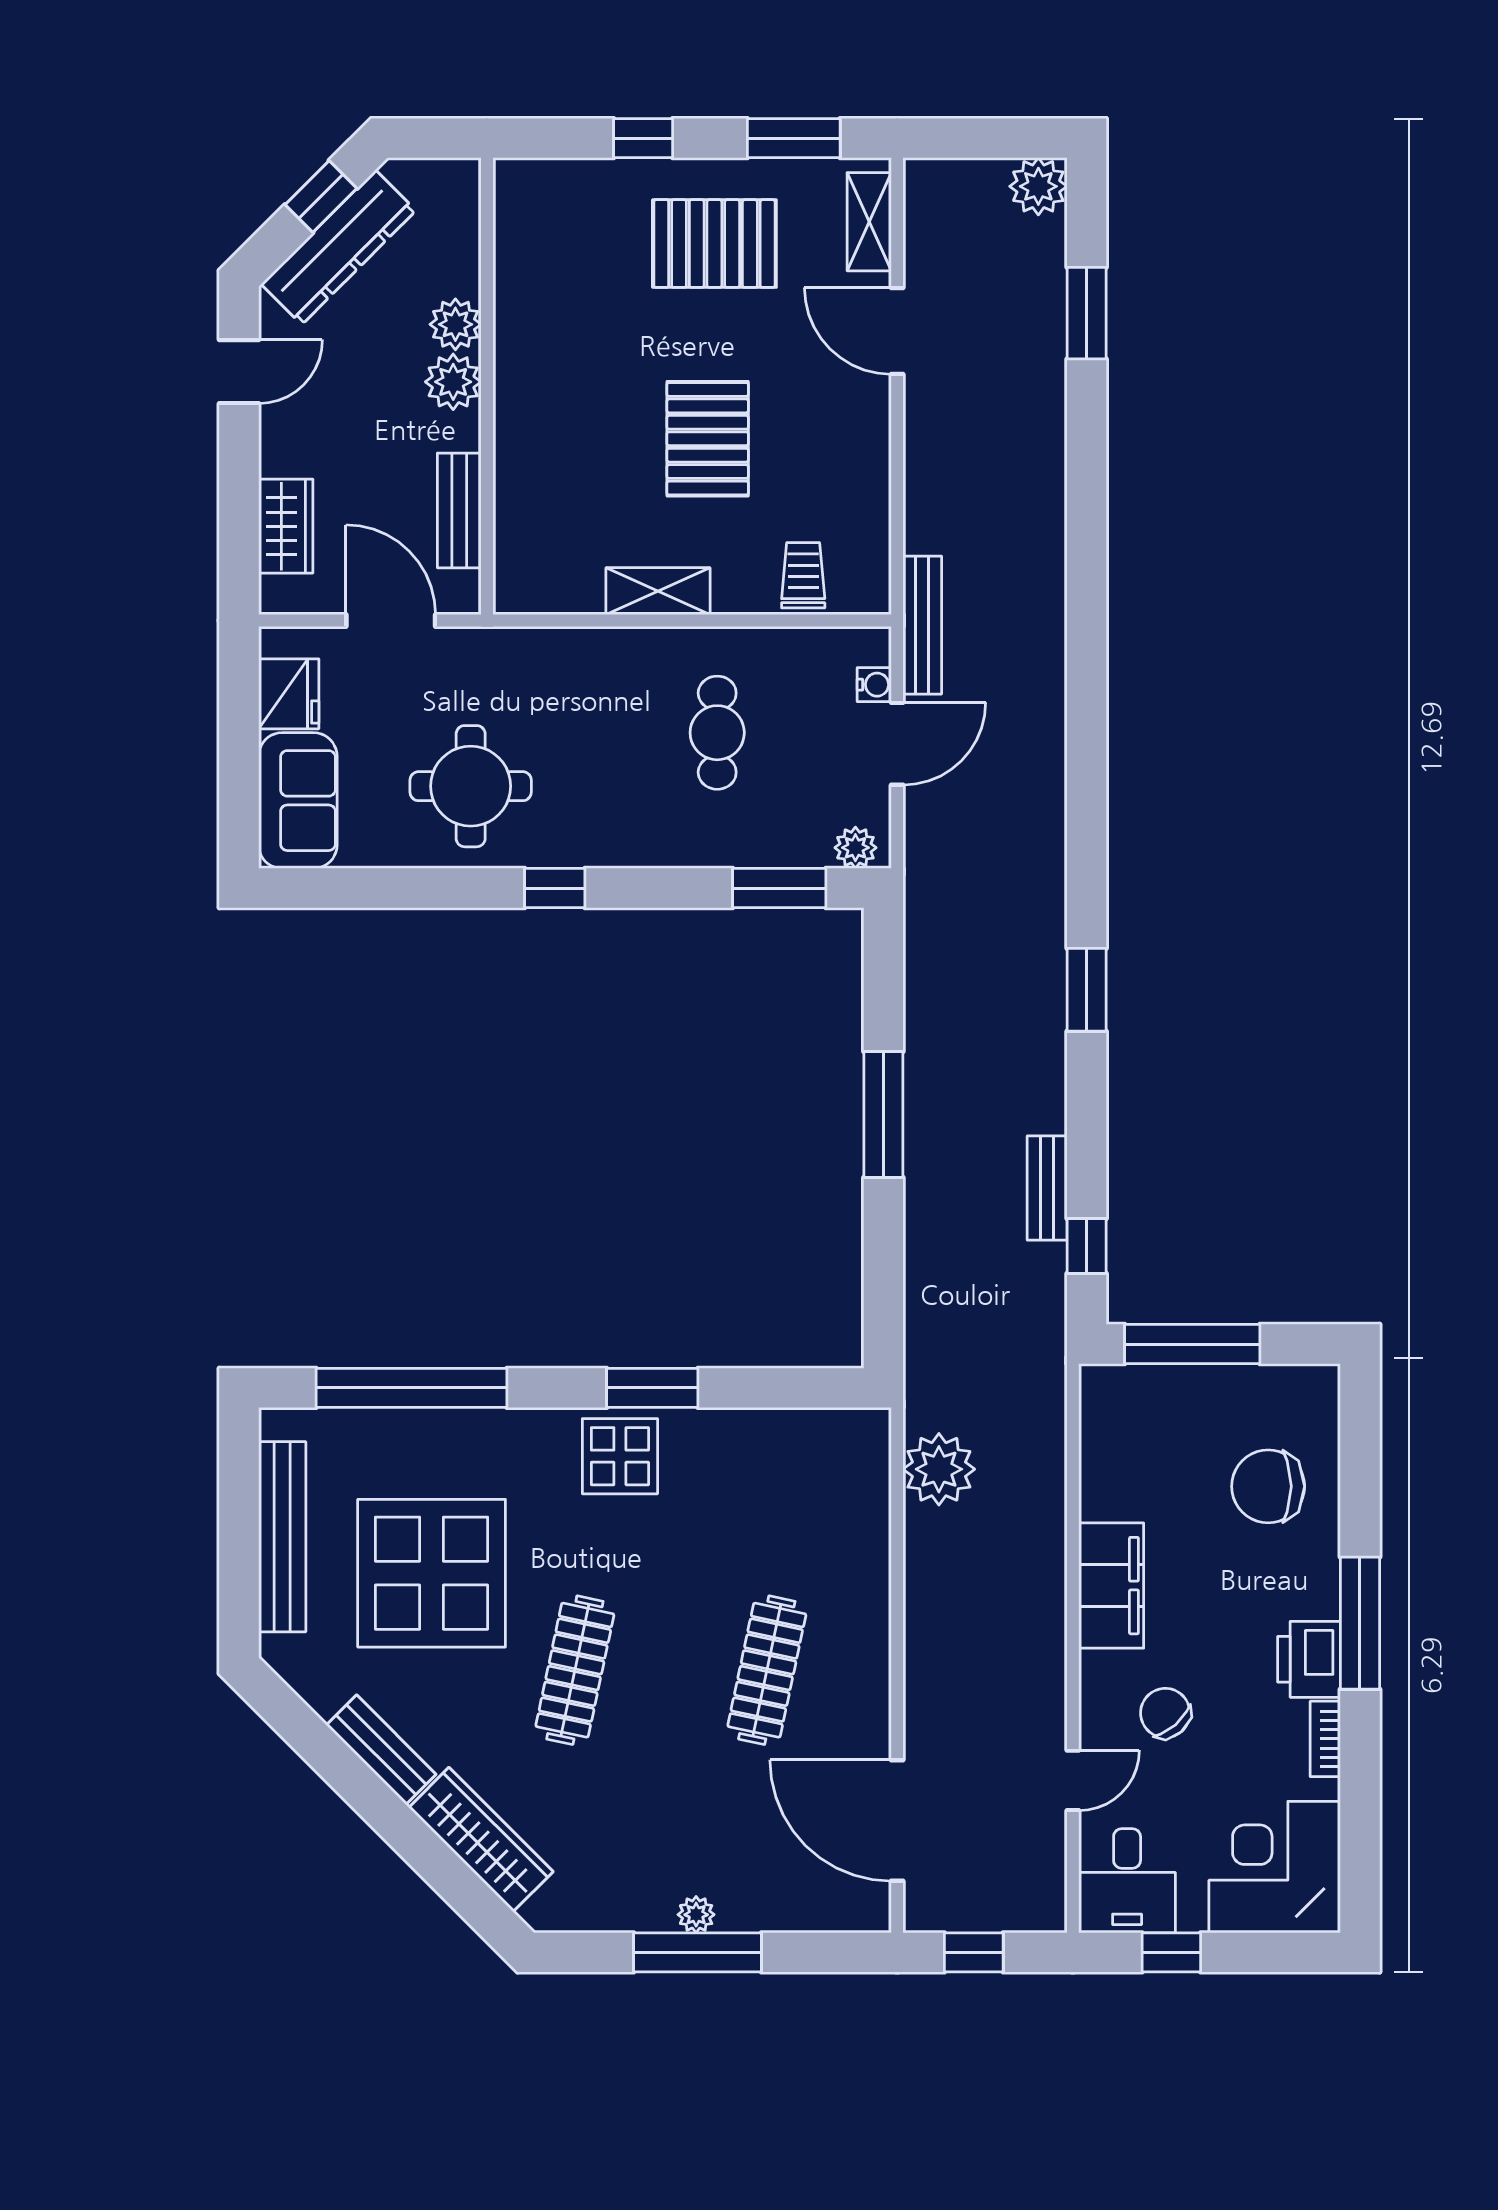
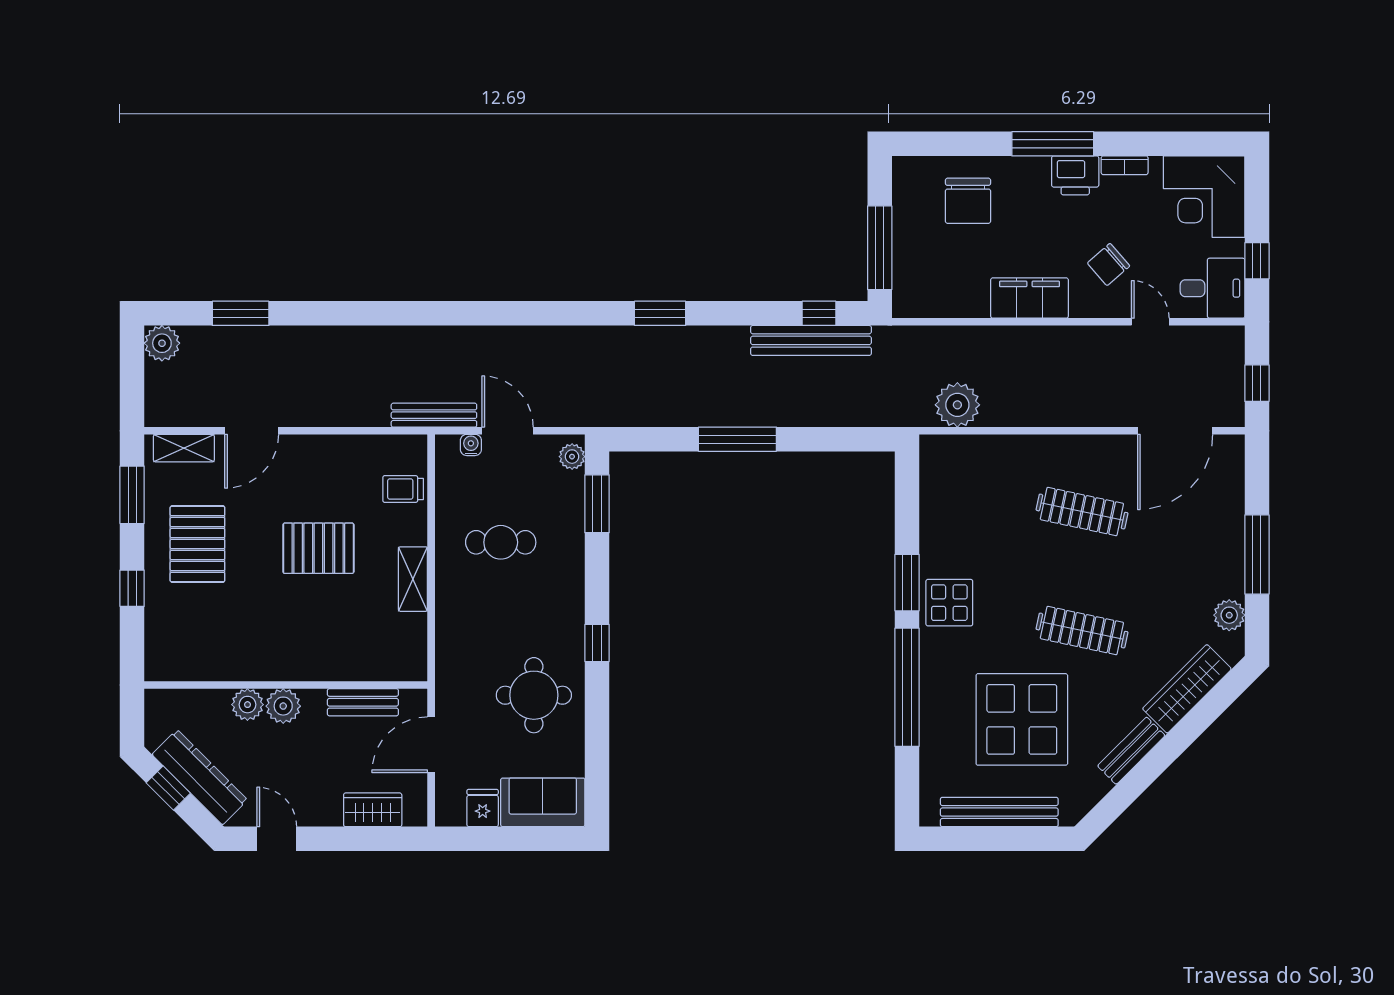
fridge: (289, 694) -> (483, 808), width x0.72
bench: (1047, 1188) -> (811, 340), width x1.86, depth x1.21
window: (412, 1388) -> (907, 687), moved
plant: (696, 1915) -> (1229, 615), moved, width x1.38, depth x1.38

